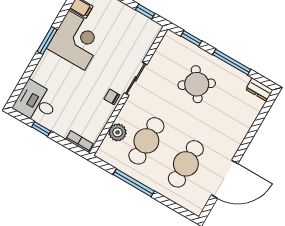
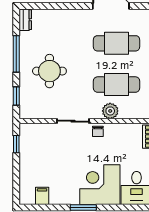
corner desk: (76, 40) -> (100, 185), moved
round table: (197, 84) -> (49, 71), turned 34
plant: (118, 132) -> (110, 111), moved

